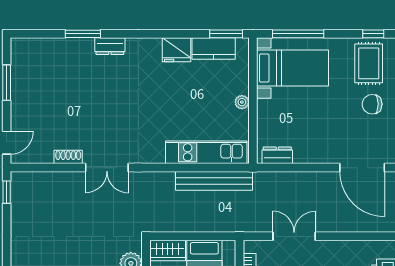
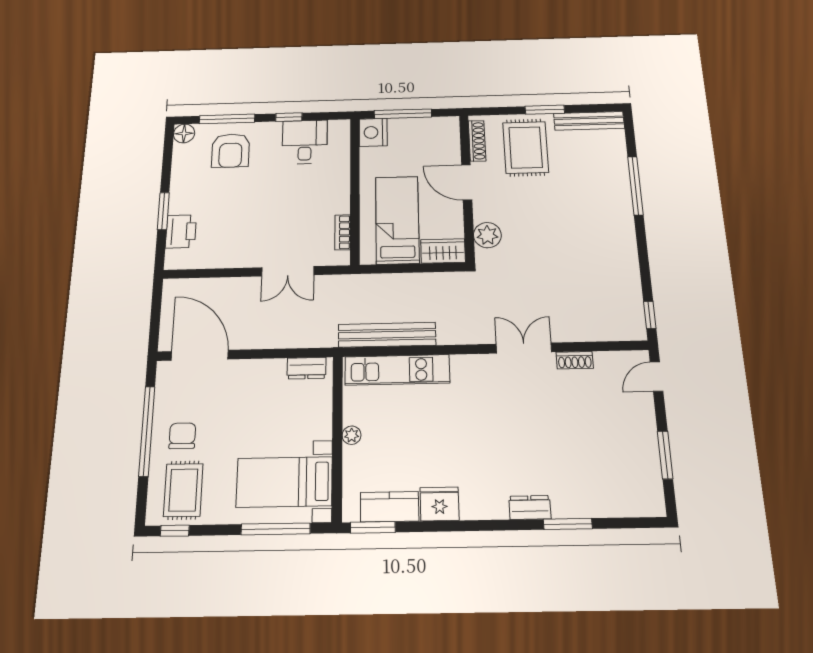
chair: (372, 104) -> (182, 436), turned -90

